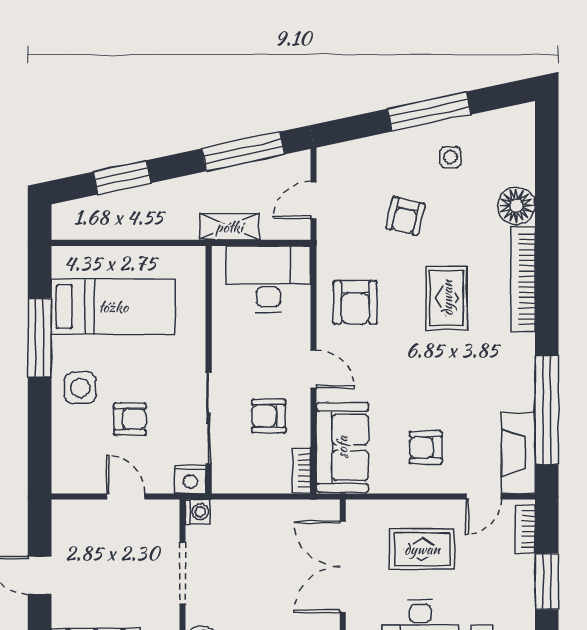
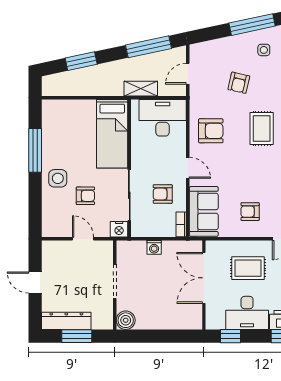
armchair: (355, 302) -> (211, 131), turned -90
bed: (113, 307) -> (112, 134), moved, turned 90
washing machine: (198, 512) -> (154, 247), moved, turned 90

